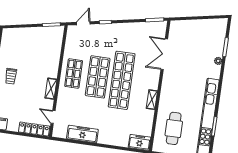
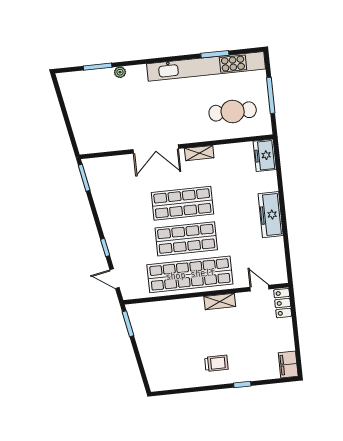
double door: (164, 54) -> (156, 149), moved
shop shelf: (74, 74) -> (190, 274), width x2.00, depth x1.36
shop shelf: (122, 80) -> (182, 203), width x0.71
door: (53, 117) -> (259, 288), swing flipped
locker: (34, 129) -> (283, 303), width x0.66
freezer: (82, 134) -> (271, 215), moved

